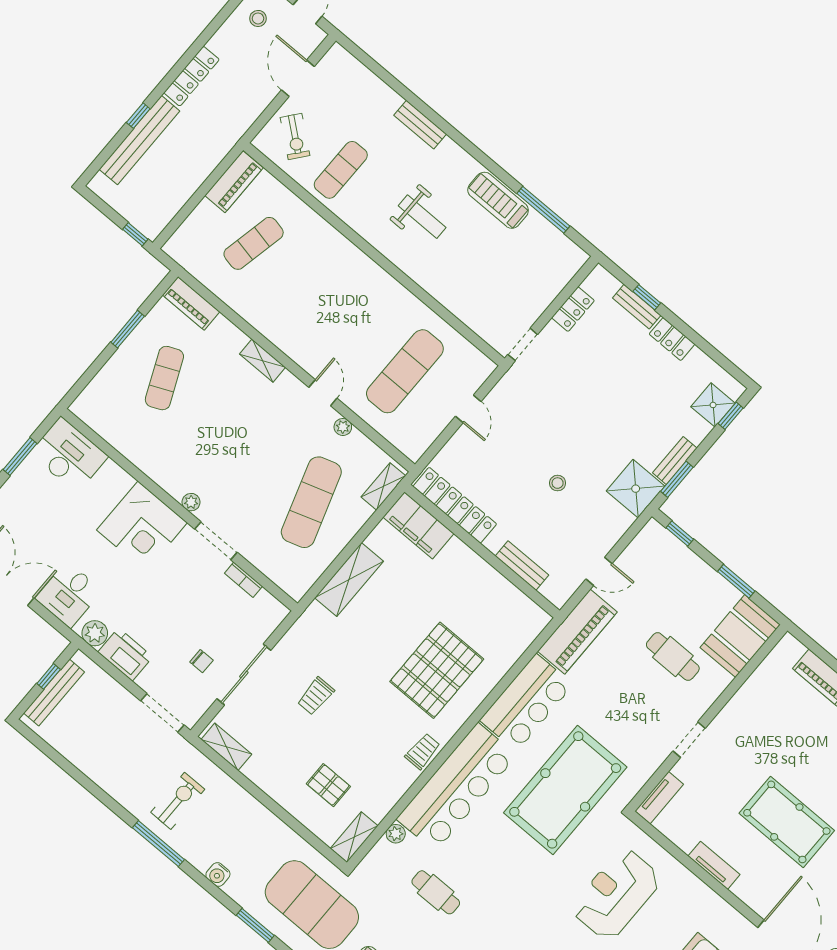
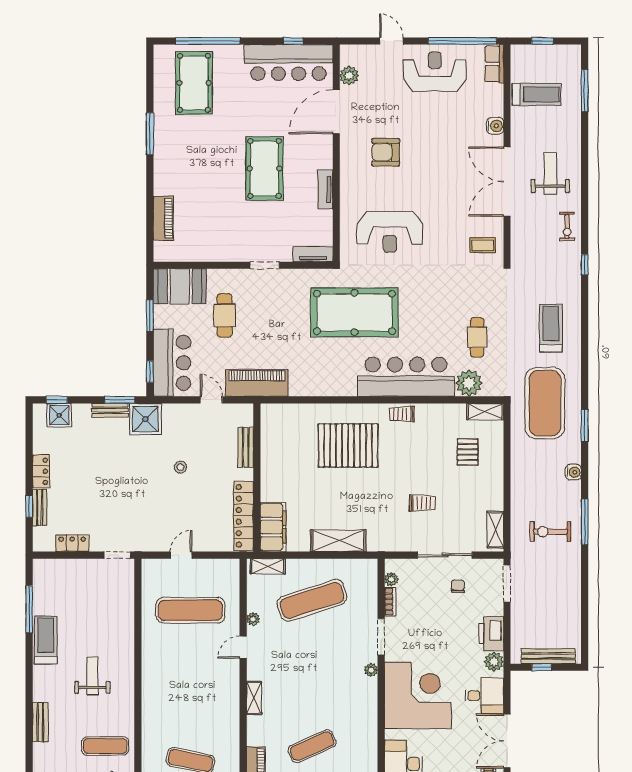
treadmill: (498, 200) -> (46, 640), turned 180
corner desk: (142, 526) -> (418, 695), width x1.36, depth x1.36
plant: (265, 600) -> (391, 579), added
bar counter: (526, 702) -> (172, 363), moved, turned 90
plant: (396, 834) -> (469, 383), width x1.88, depth x1.88

